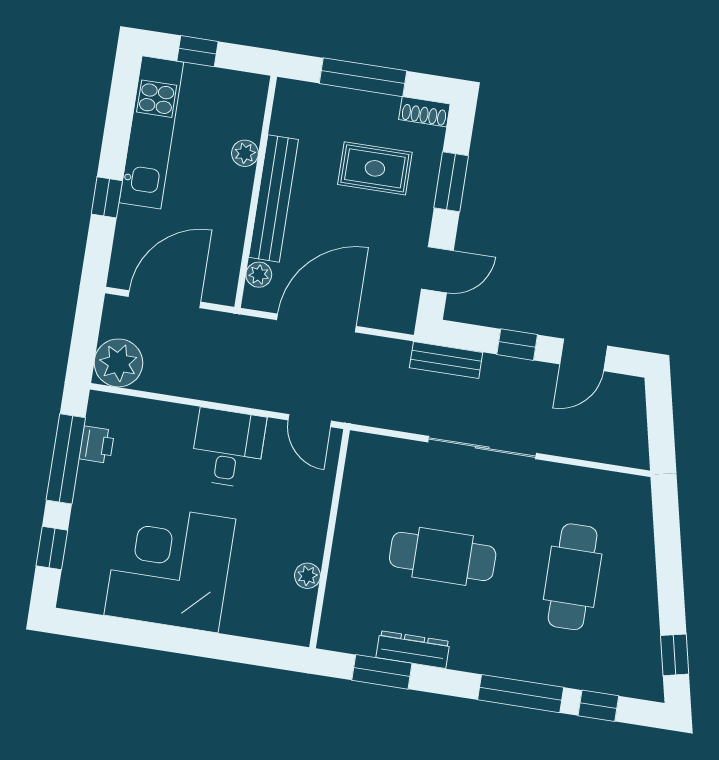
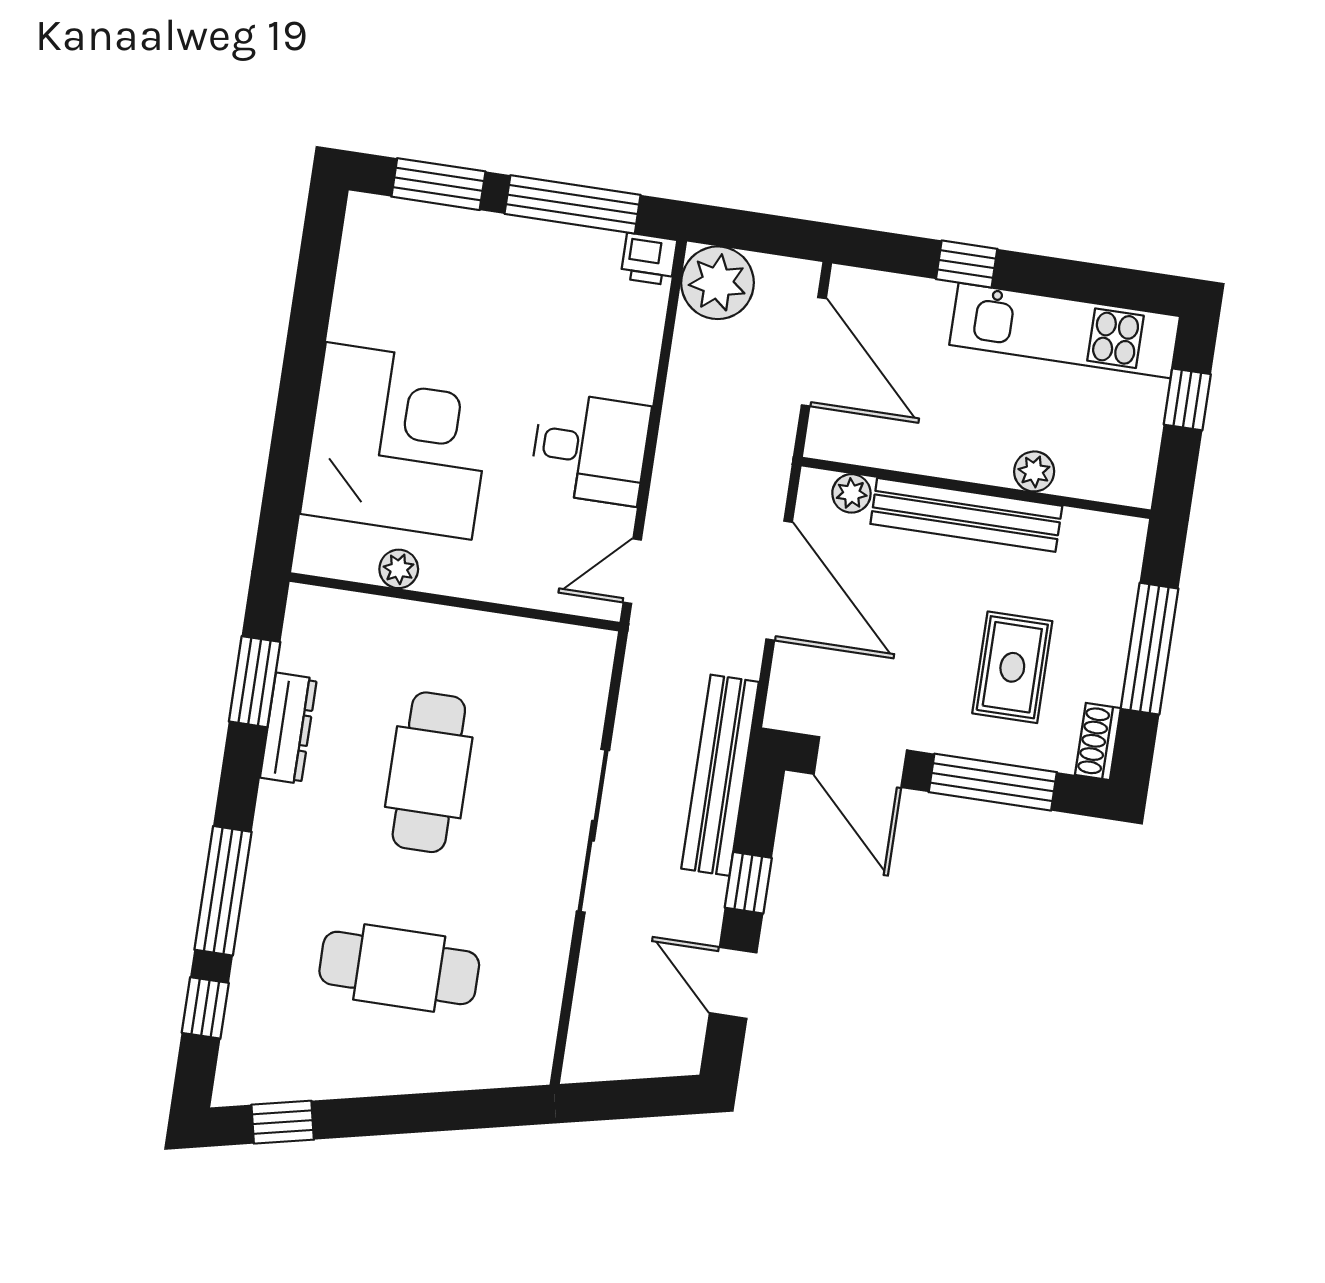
window: (451, 182) -> (993, 782), width x1.44
door: (437, 270) -> (860, 762), width x1.38
bench: (446, 360) -> (720, 775), width x1.86, depth x1.21
printer: (97, 445) -> (649, 259), moved
window: (52, 548) -> (438, 184), width x1.50
corner desk: (170, 567) -> (399, 441), moved

